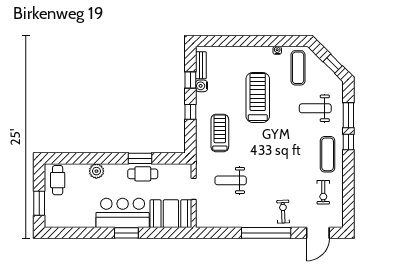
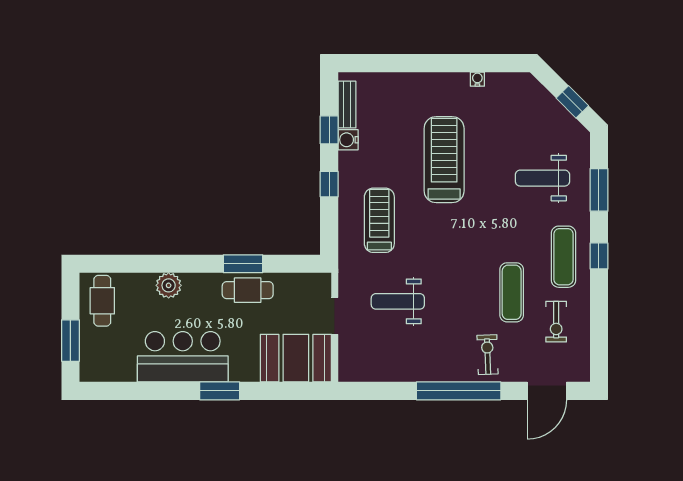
exercise mat: (298, 68) -> (512, 292), moved
window: (348, 142) -> (599, 256), moved
bar counter: (123, 213) -> (183, 357), moved

